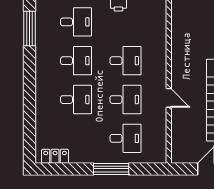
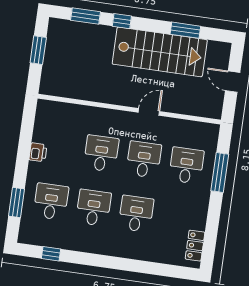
window: (29, 29) -> (51, 254), width x0.46
window: (111, 169) -> (220, 172), moved

